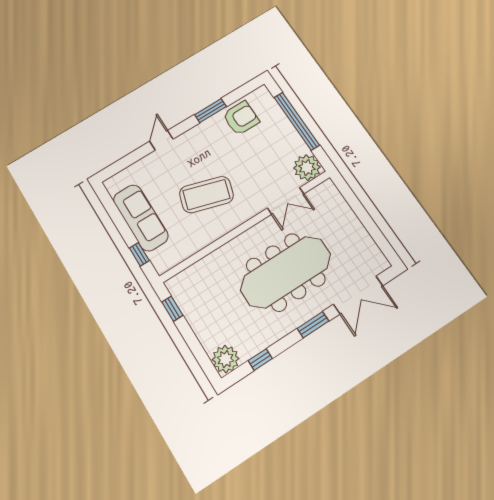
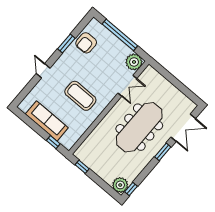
armchair: (241, 118) -> (86, 43), turned 180
coffee table: (206, 195) -> (80, 96), turned 73
window: (260, 360) -> (131, 189), moved

